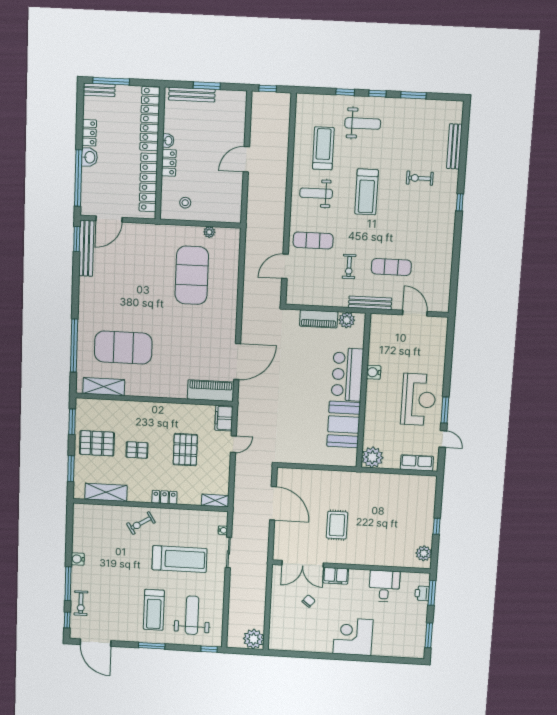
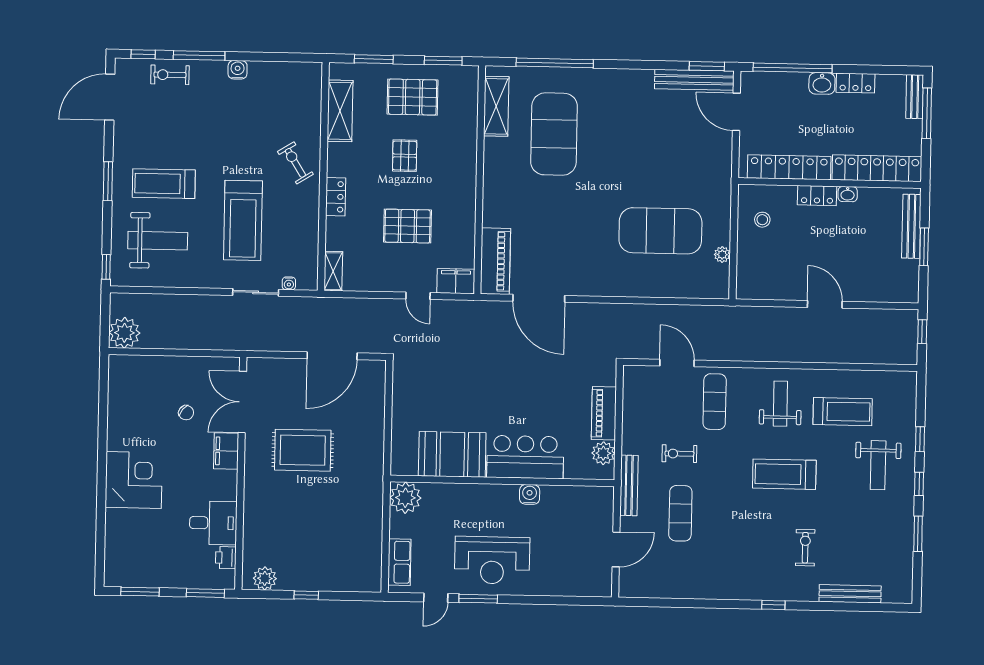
pallet: (97, 443) -> (413, 97), turned 90
rug: (337, 525) -> (303, 450), width x1.36, depth x1.43
printer: (422, 593) -> (226, 558), moved, turned -90

